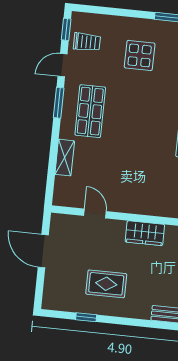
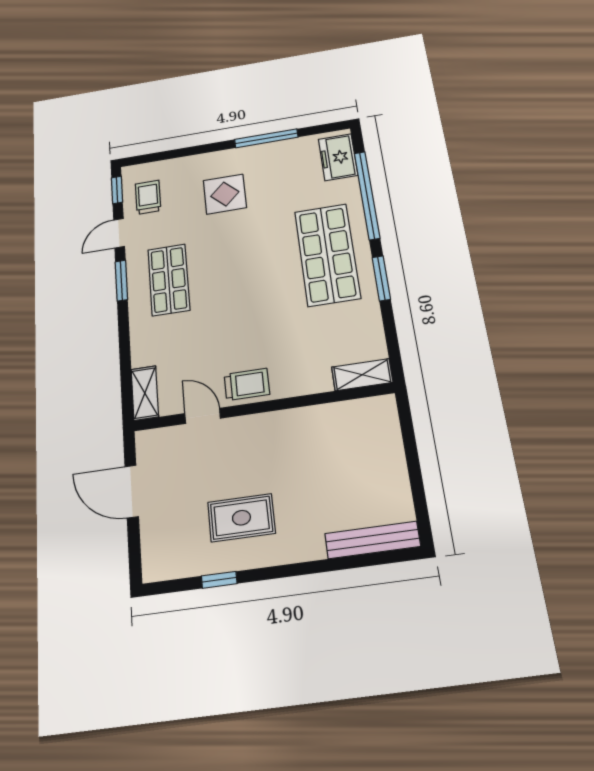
trolley: (87, 42) -> (148, 197), turned -90
shelving: (65, 158) -> (145, 393), moved
trolley: (126, 200) -> (247, 384), added
wardrobe: (145, 233) -> (286, 425), removed

